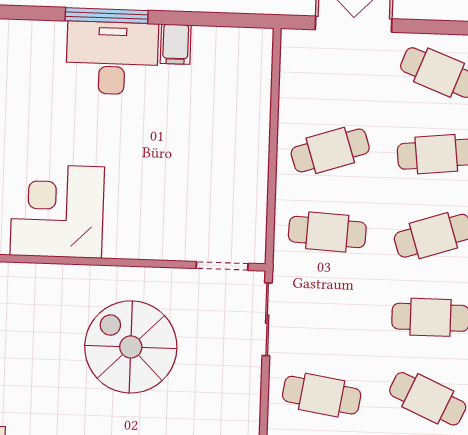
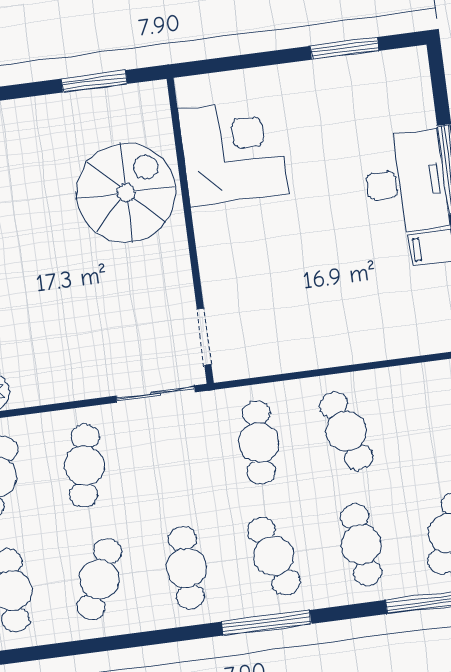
spiral stairs: (131, 347) -> (126, 193), moved

